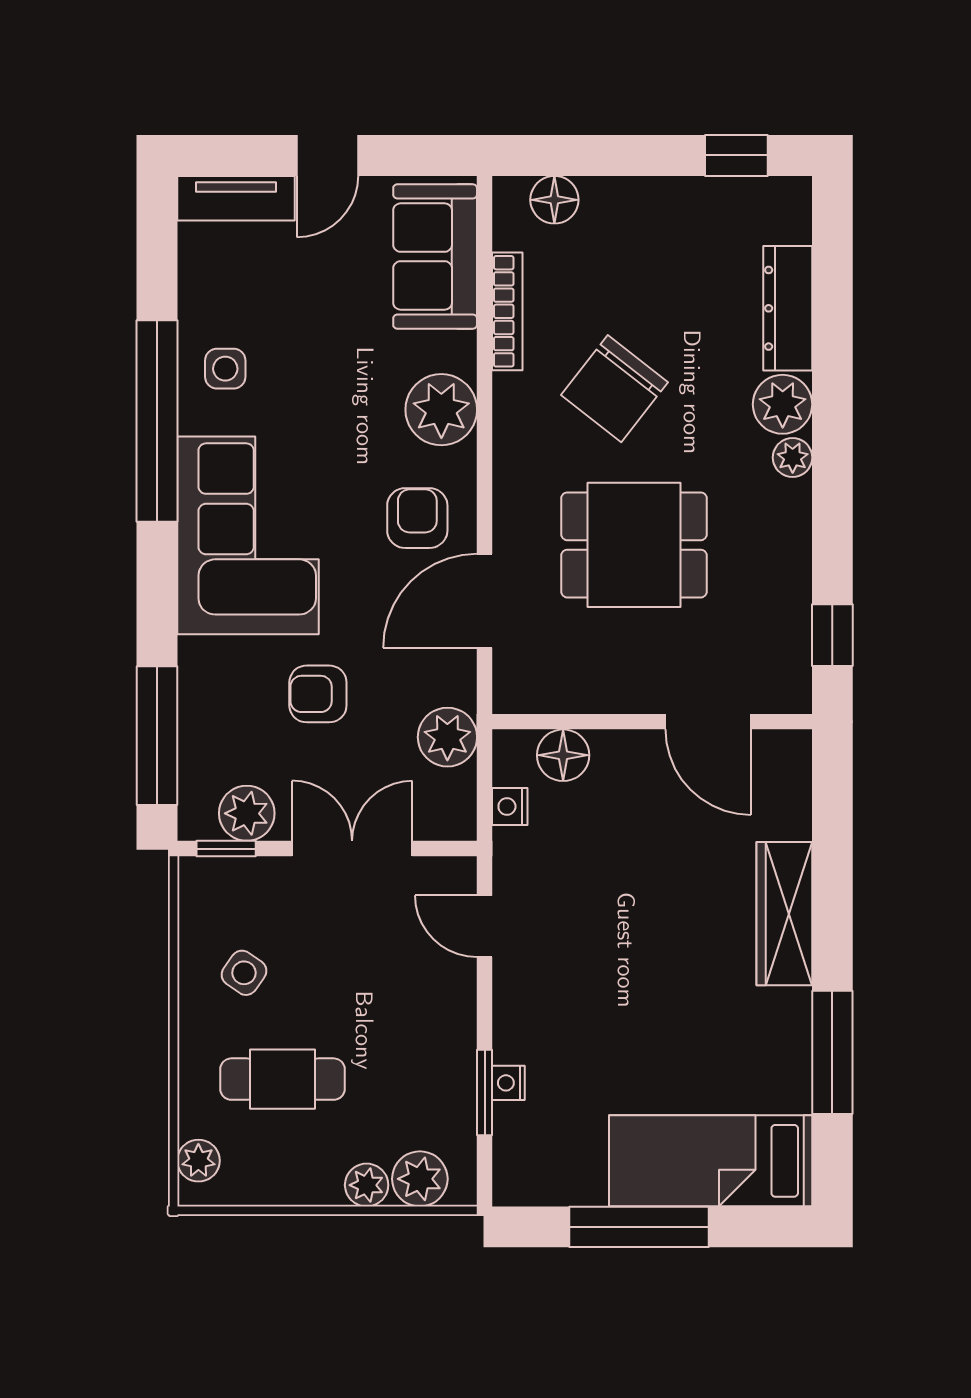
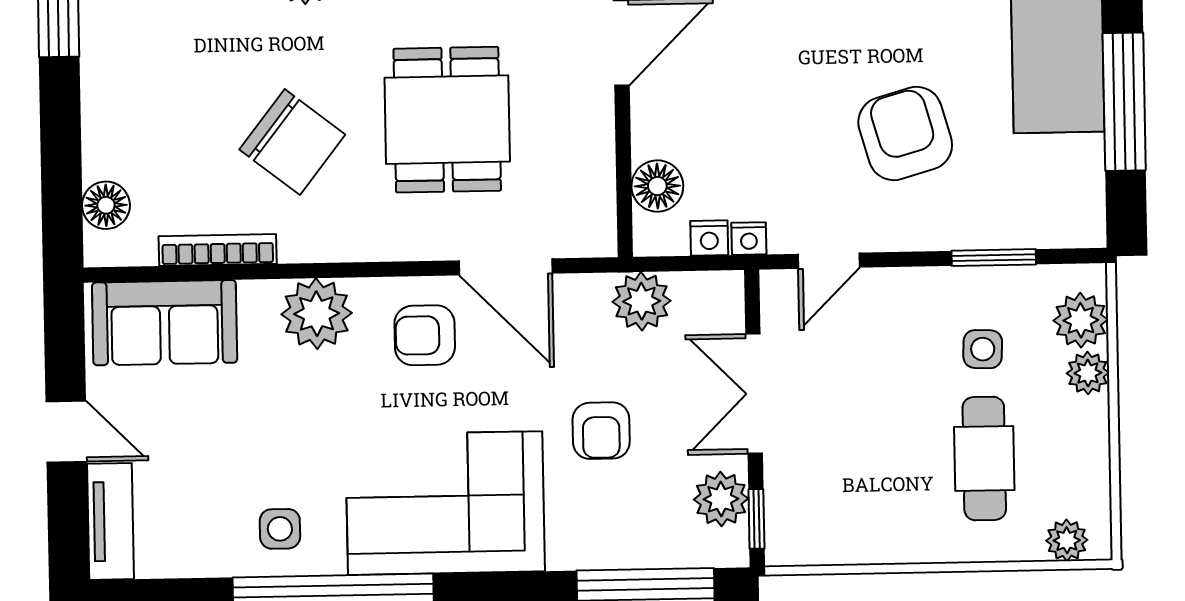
side table: (244, 973) -> (983, 349), moved, turned -33
armchair: (611, 1006) -> (905, 134), added
nightstand: (508, 1083) -> (749, 239), moved

